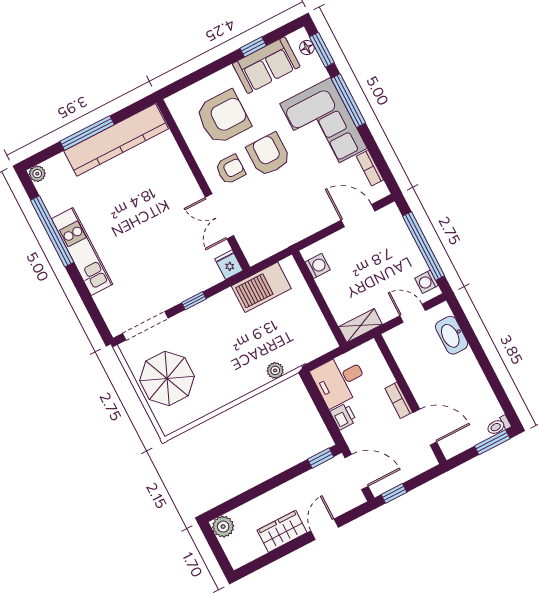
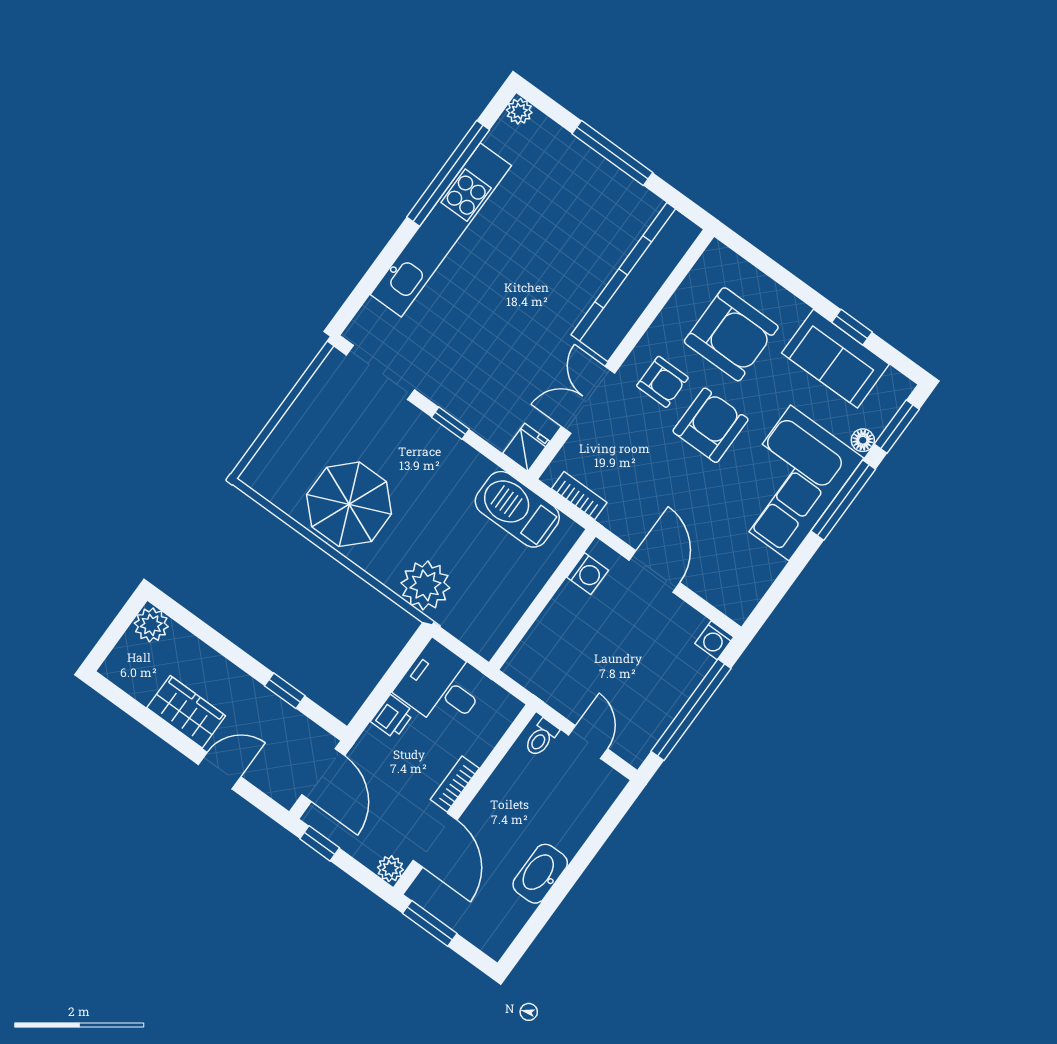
floor lamp: (307, 47) -> (863, 440), moved
kitchen counter: (116, 140) -> (637, 282), moved, turned 90
bookcase: (370, 168) -> (579, 496), moved, turned 90
door: (358, 216) -> (654, 571), moved
kitchen unit: (82, 251) -> (441, 230), width x1.36
washing machine: (427, 282) -> (714, 640), moved, turned -90
shelving: (360, 326) -> (533, 677), removed
washbasin: (452, 335) -> (540, 874), moved
plant: (275, 370) -> (425, 585), width x1.87, depth x1.87
parasol: (167, 378) -> (349, 504), moved
toilet: (498, 426) -> (541, 738), moved, turned -90
window: (492, 442) -> (430, 923), moved
window: (321, 458) -> (285, 691), moved
plant: (428, 461) -> (390, 869), added

